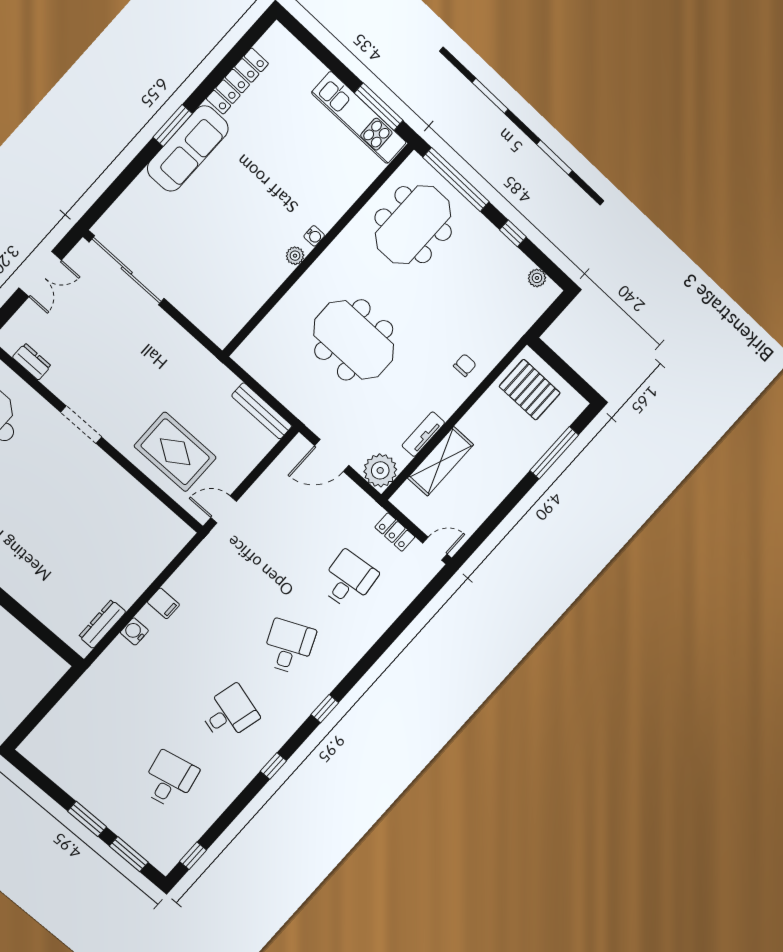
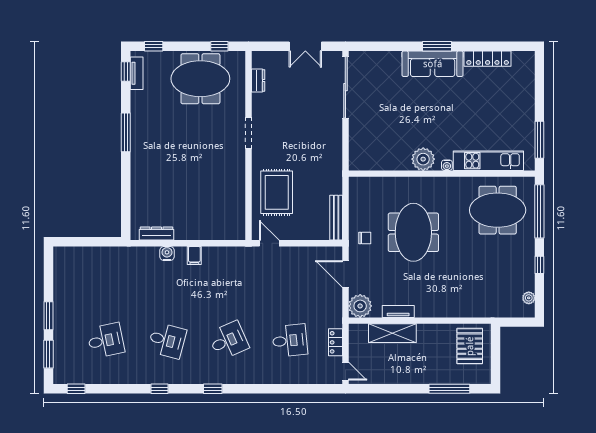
kitchen unit: (359, 118) -> (488, 161), moved, turned 90
plant: (295, 256) -> (423, 159), width x1.88, depth x1.88
chair: (465, 365) -> (365, 238), moved

